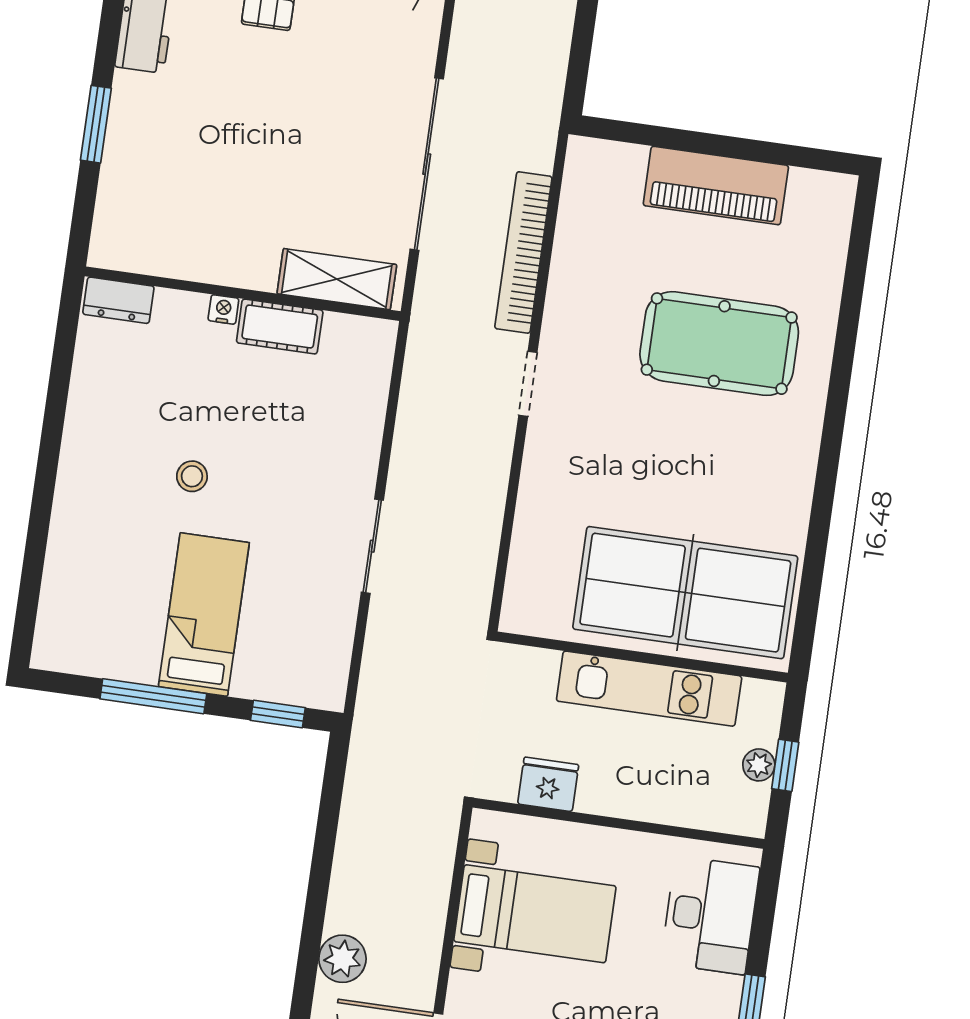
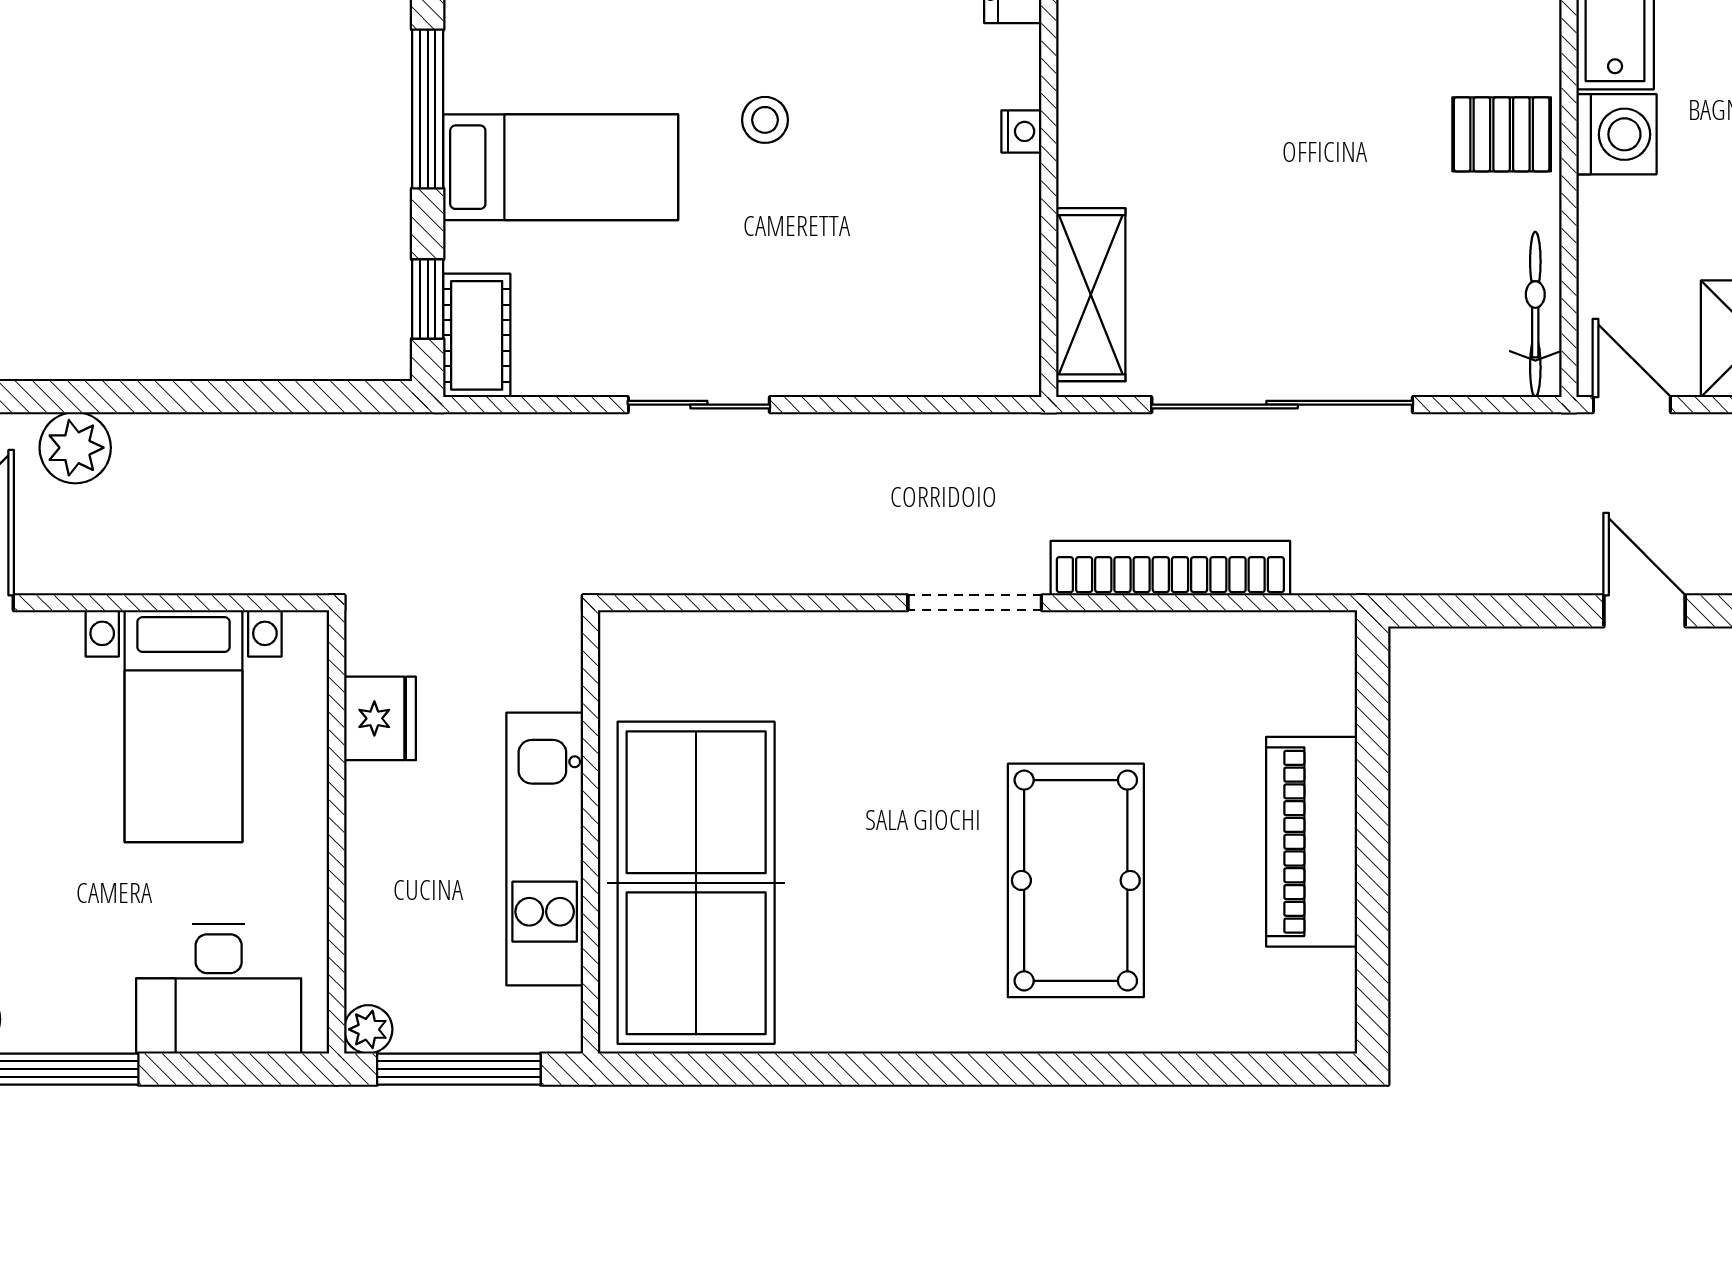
cot: (280, 326) -> (477, 335), moved
doorway: (528, 384) -> (975, 603), width x1.38
plant: (759, 765) -> (368, 1029), moved
window: (785, 765) -> (459, 1069), width x2.17

